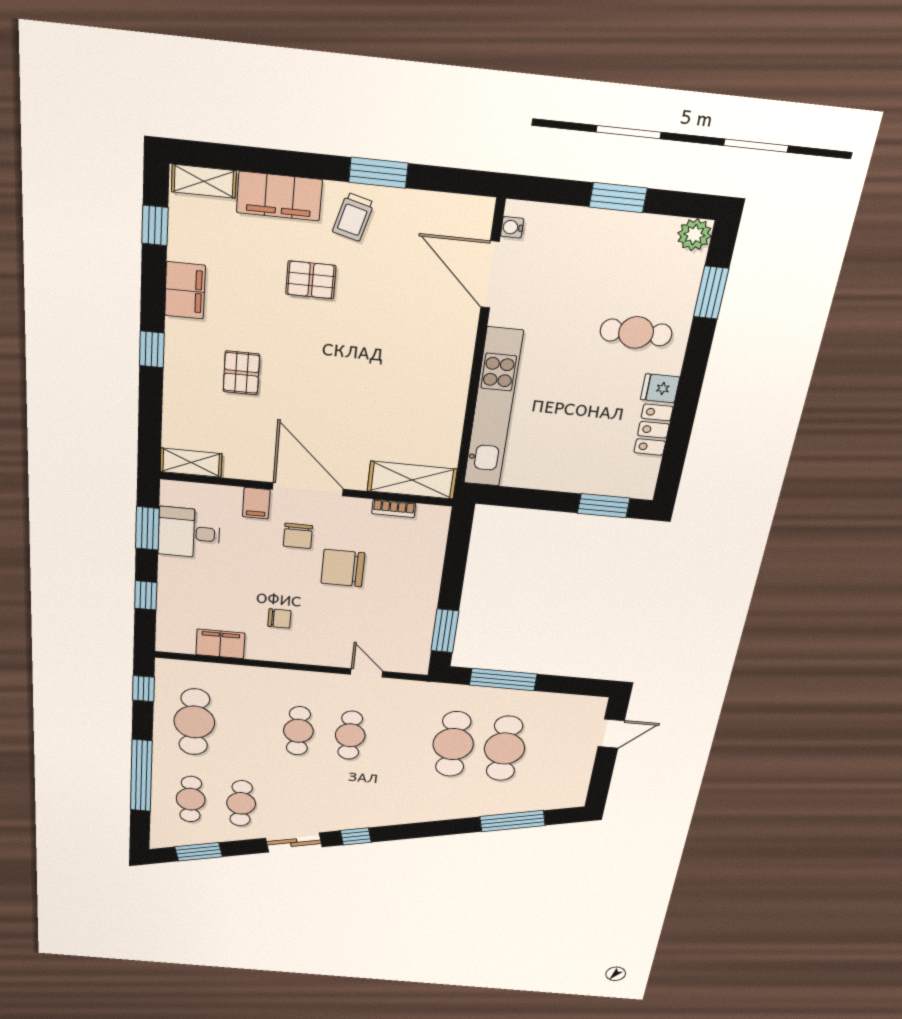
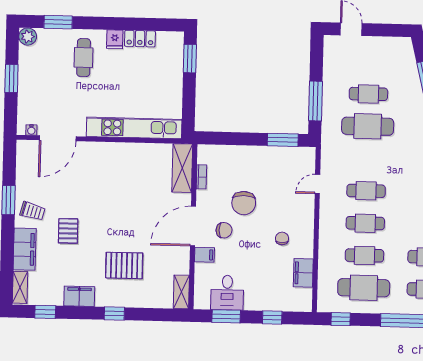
pallet: (241, 373) -> (124, 265), width x1.50, depth x1.42
cafe table: (246, 726) -> (364, 255), added
cafe table: (504, 748) -> (368, 94), width x0.73, depth x0.74

